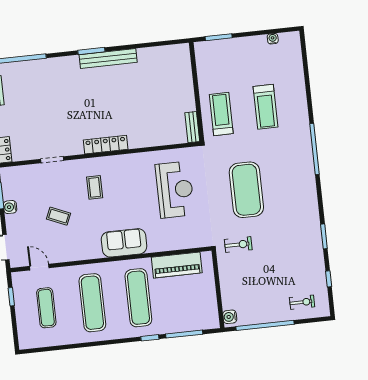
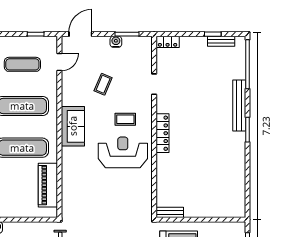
bench: (108, 58) -> (239, 106), moved
reception desk: (175, 190) -> (123, 152), moved, turned 180
sofa: (124, 243) -> (73, 126), moved

